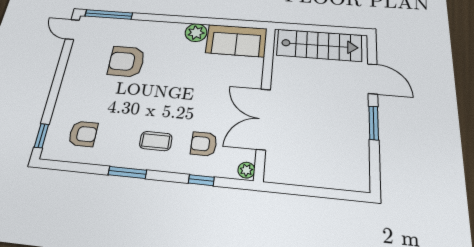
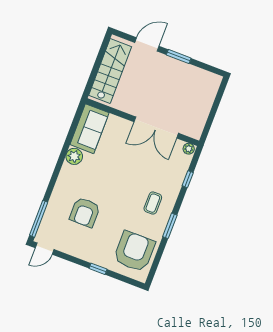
armchair: (83, 134) -> (134, 251), width x1.88, depth x1.88
window: (41, 136) -> (98, 269), moved
armchair: (204, 144) -> (163, 172), removed

